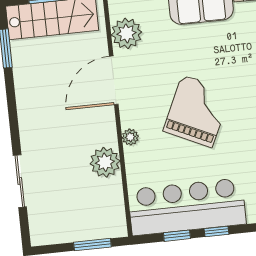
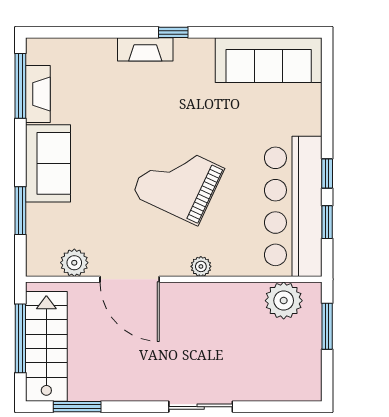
plant: (127, 33) -> (74, 263), width x0.73, depth x0.73
plant: (105, 162) -> (284, 301), moved
sliding door: (20, 181) -> (201, 407), moved

